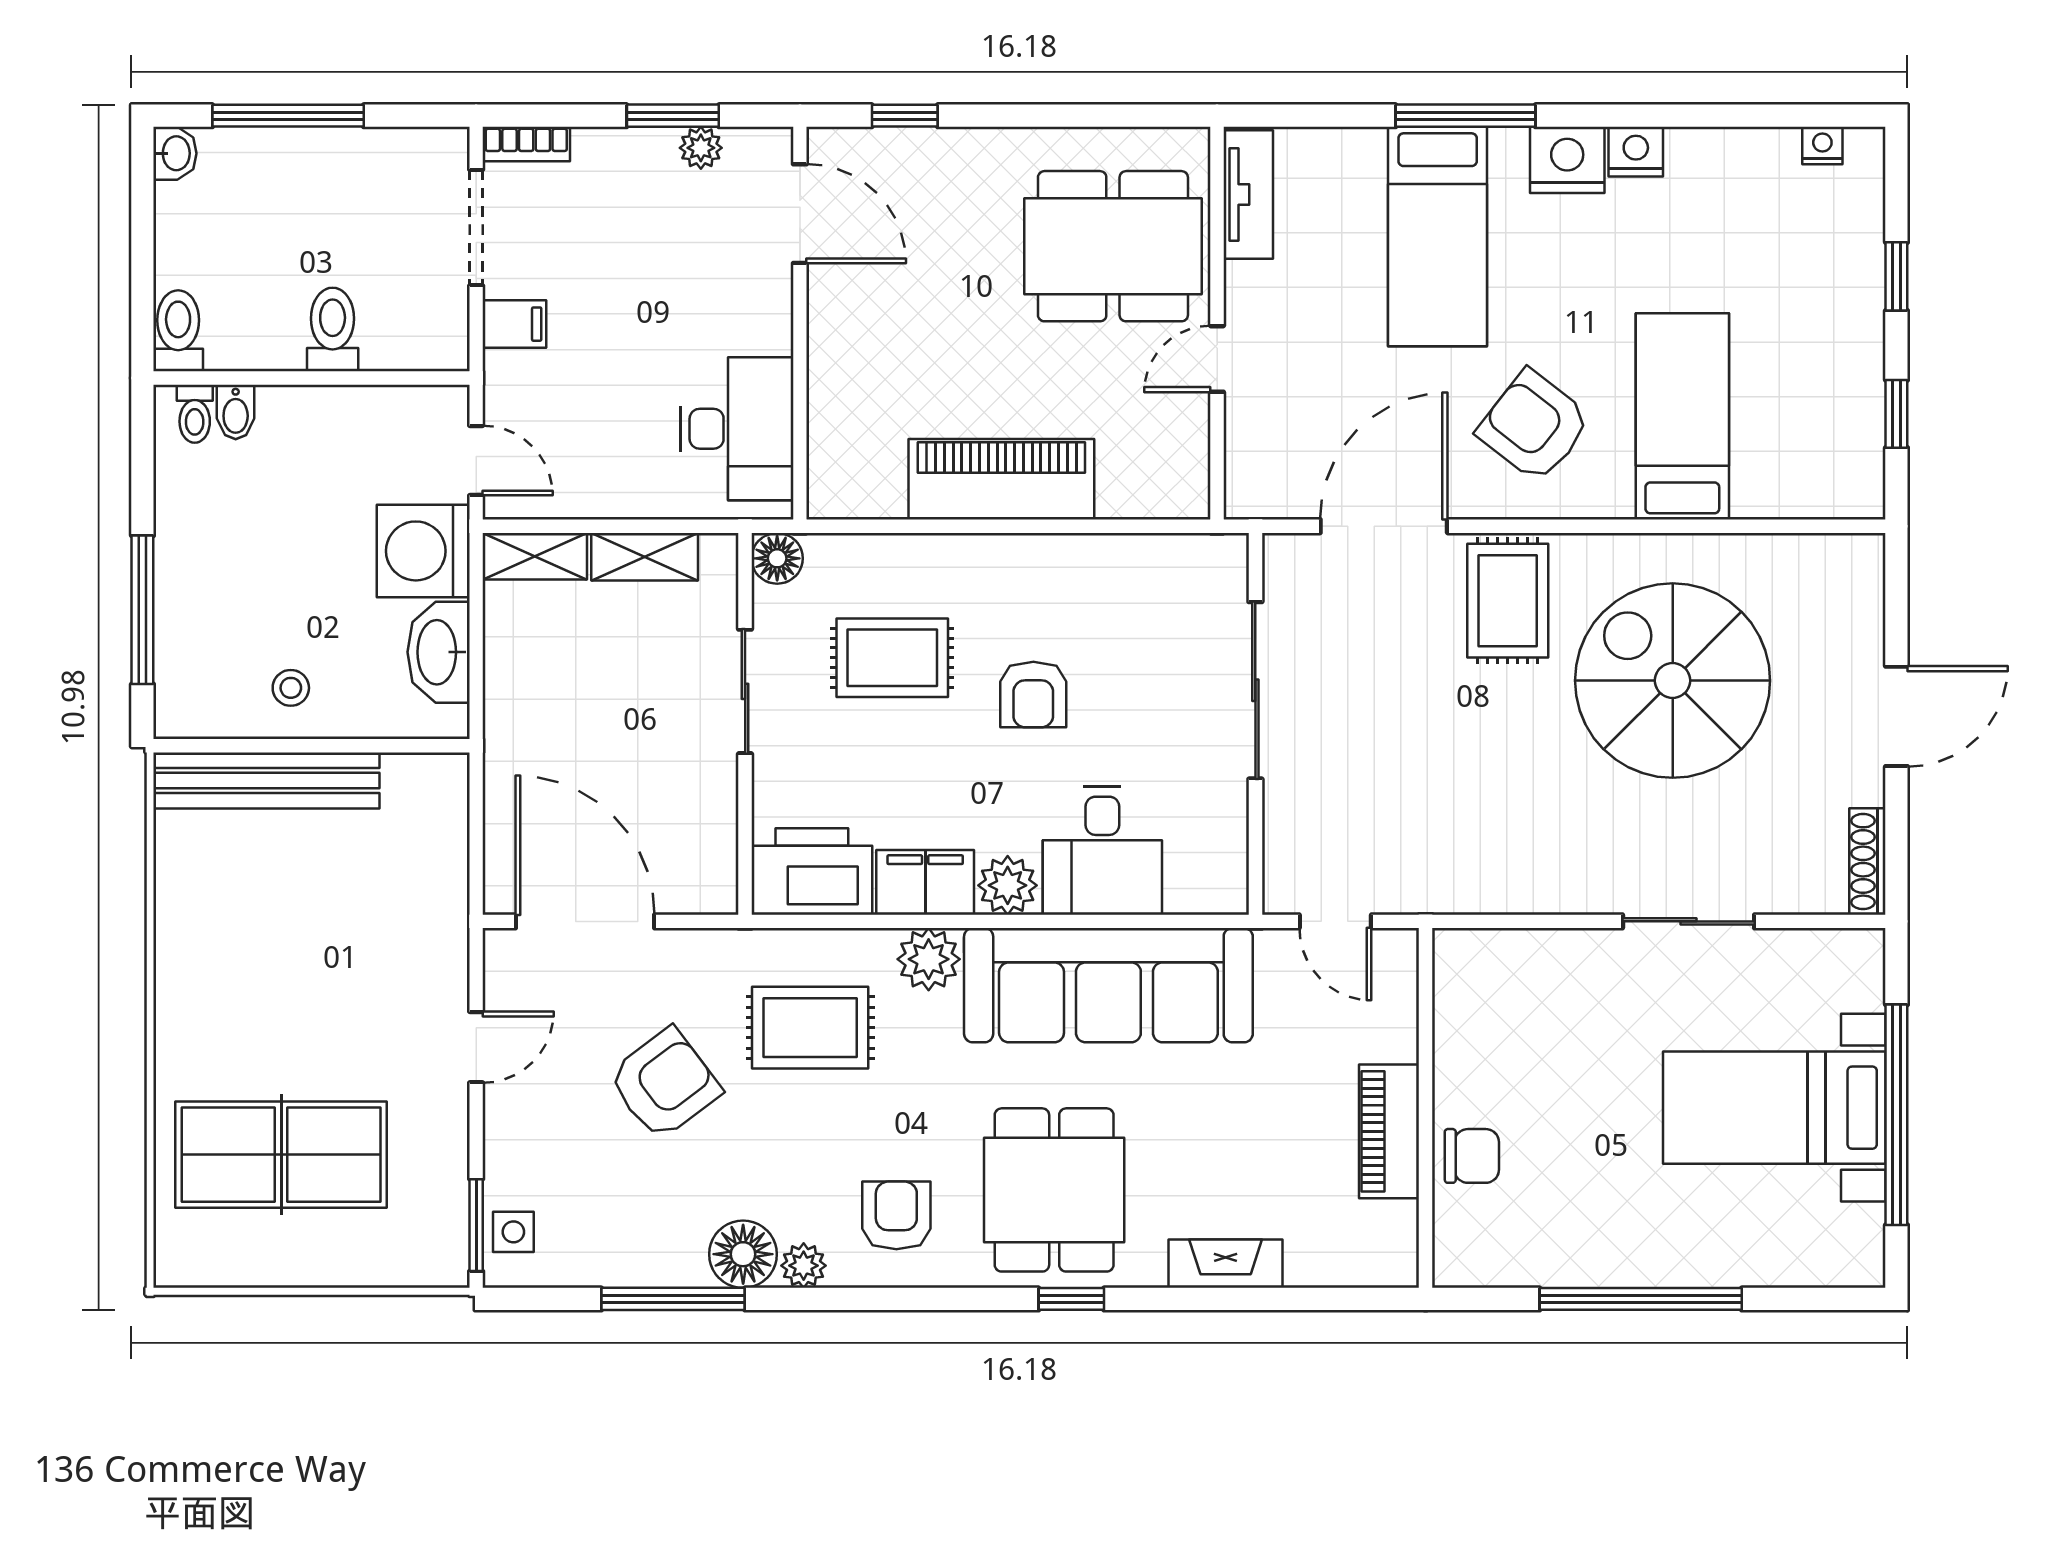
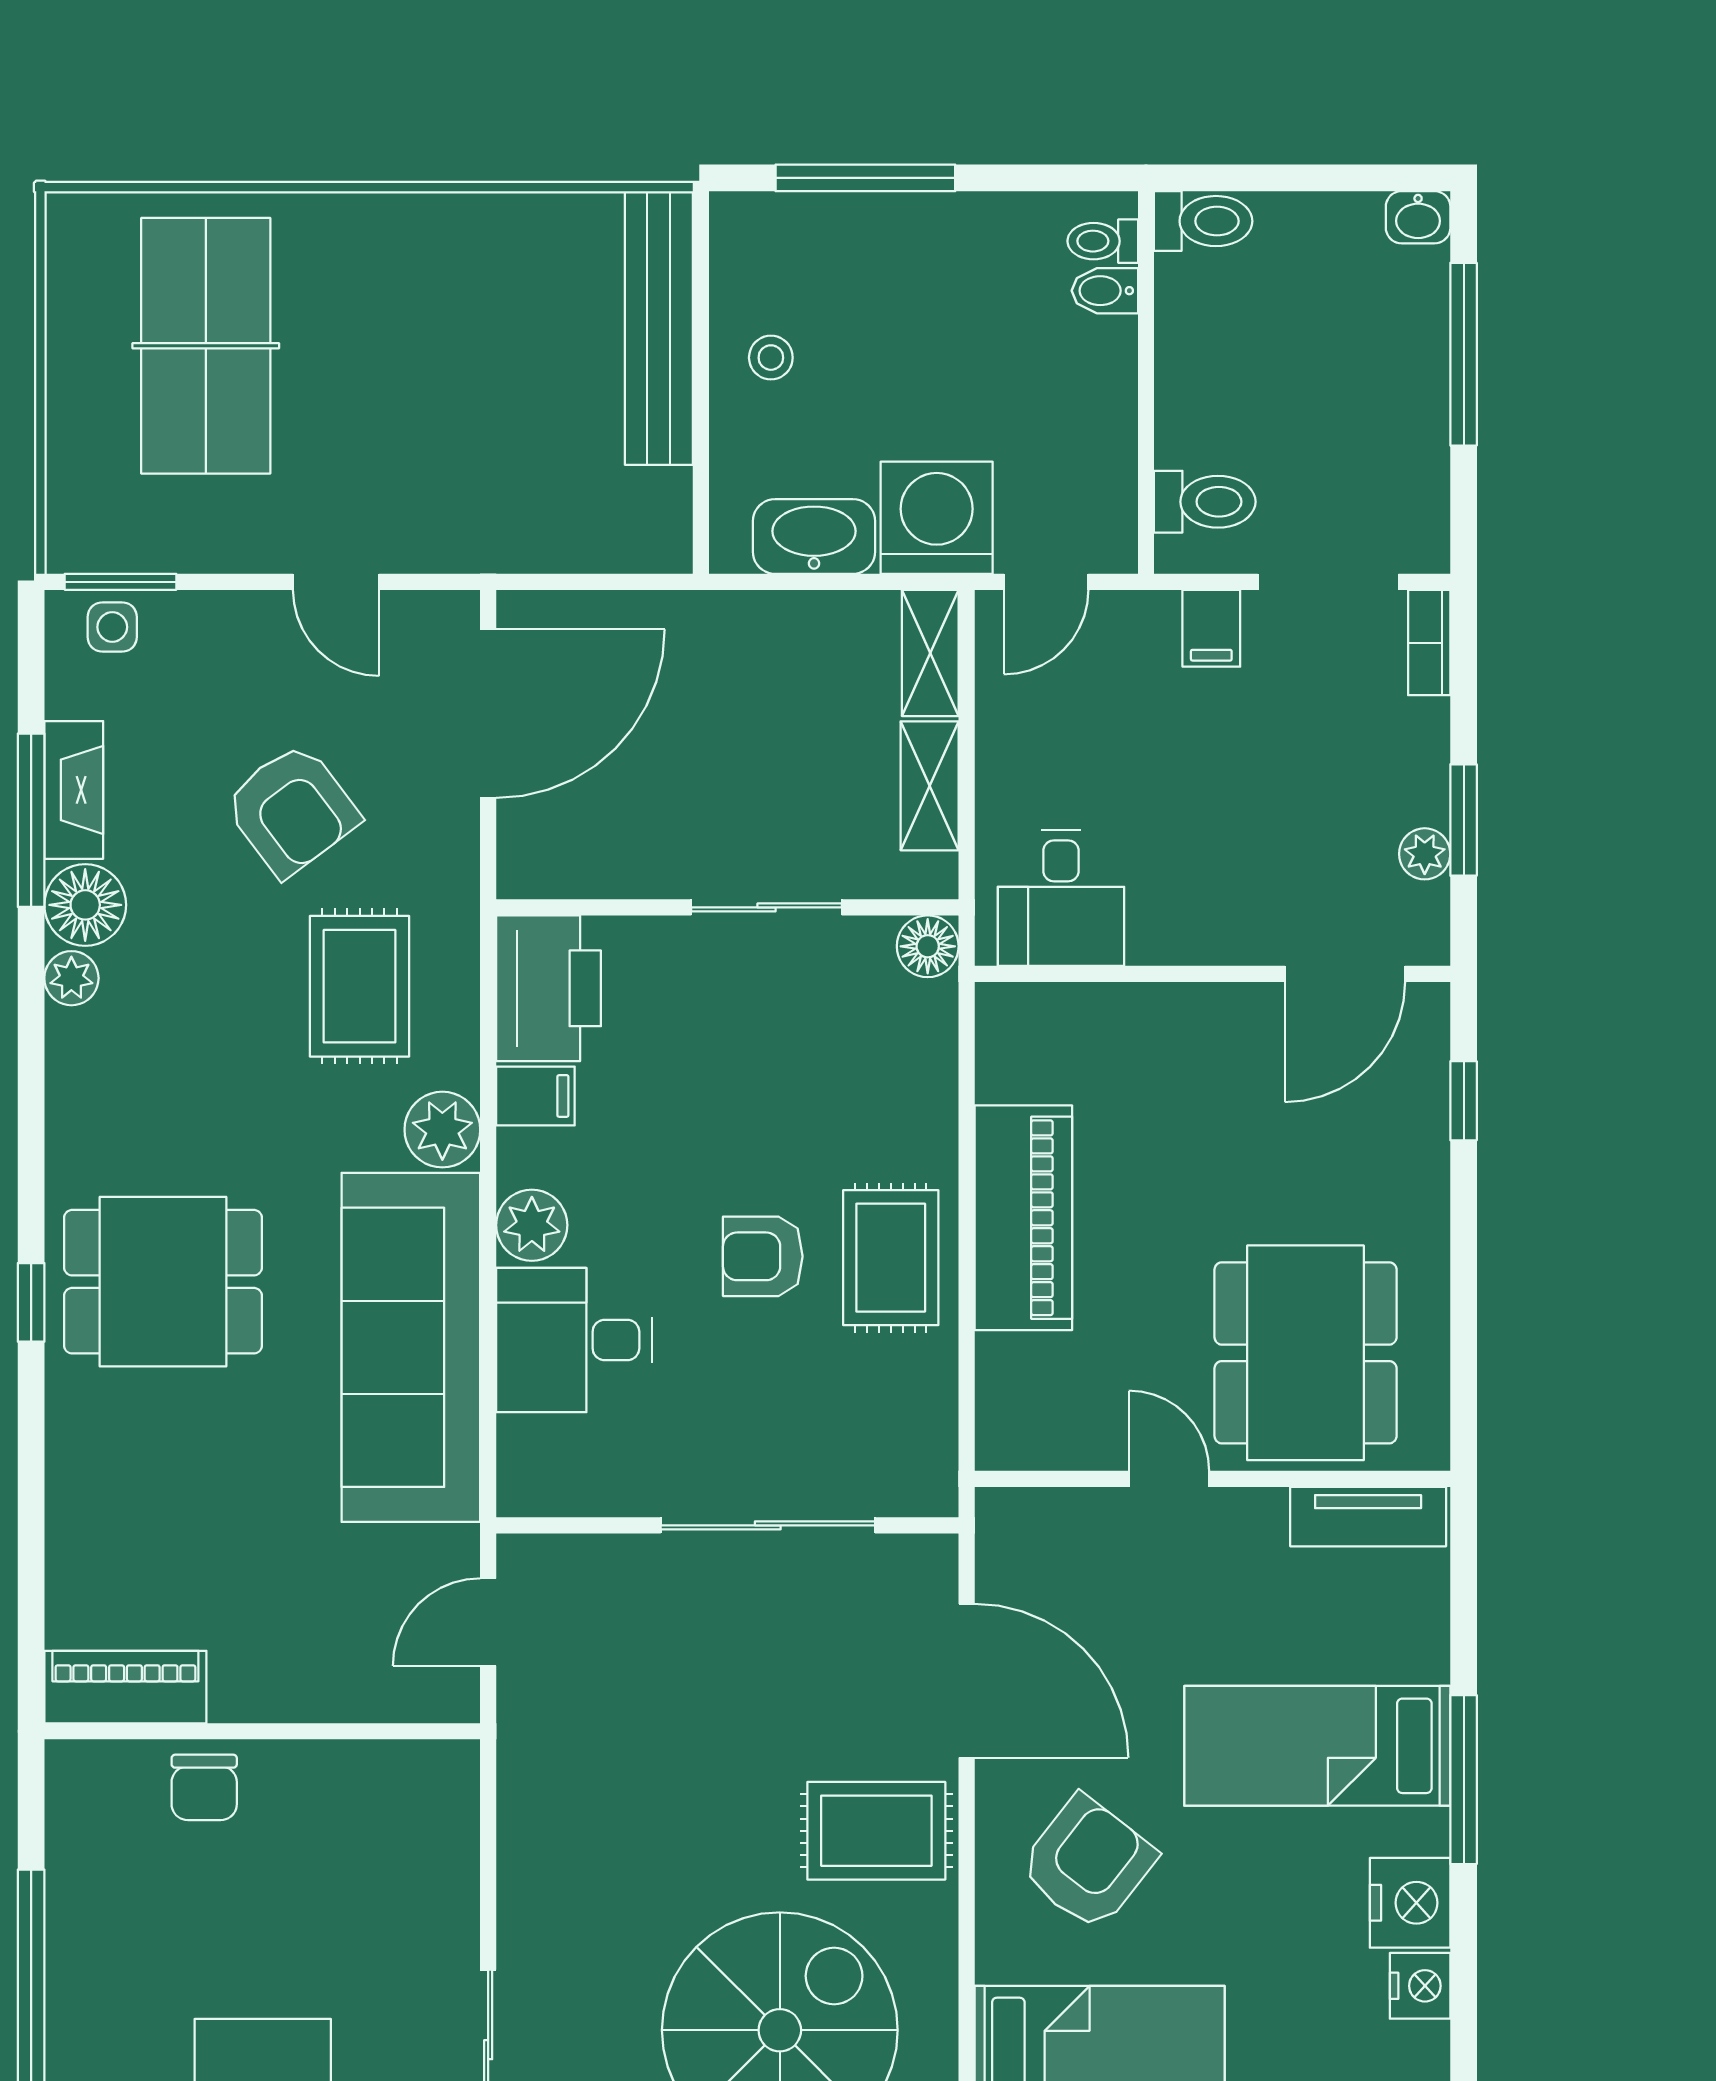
toilet: (333, 329) -> (1205, 502), moved
desk: (737, 429) -> (1061, 898), width x0.73
rug: (892, 658) -> (891, 1258), moved
filing cabinet: (925, 882) -> (535, 1096), width x0.50
piano: (1389, 1131) -> (125, 1687), moved
armchair: (896, 1215) -> (132, 1091), removed
fireplace: (1226, 1264) -> (74, 790), moved

